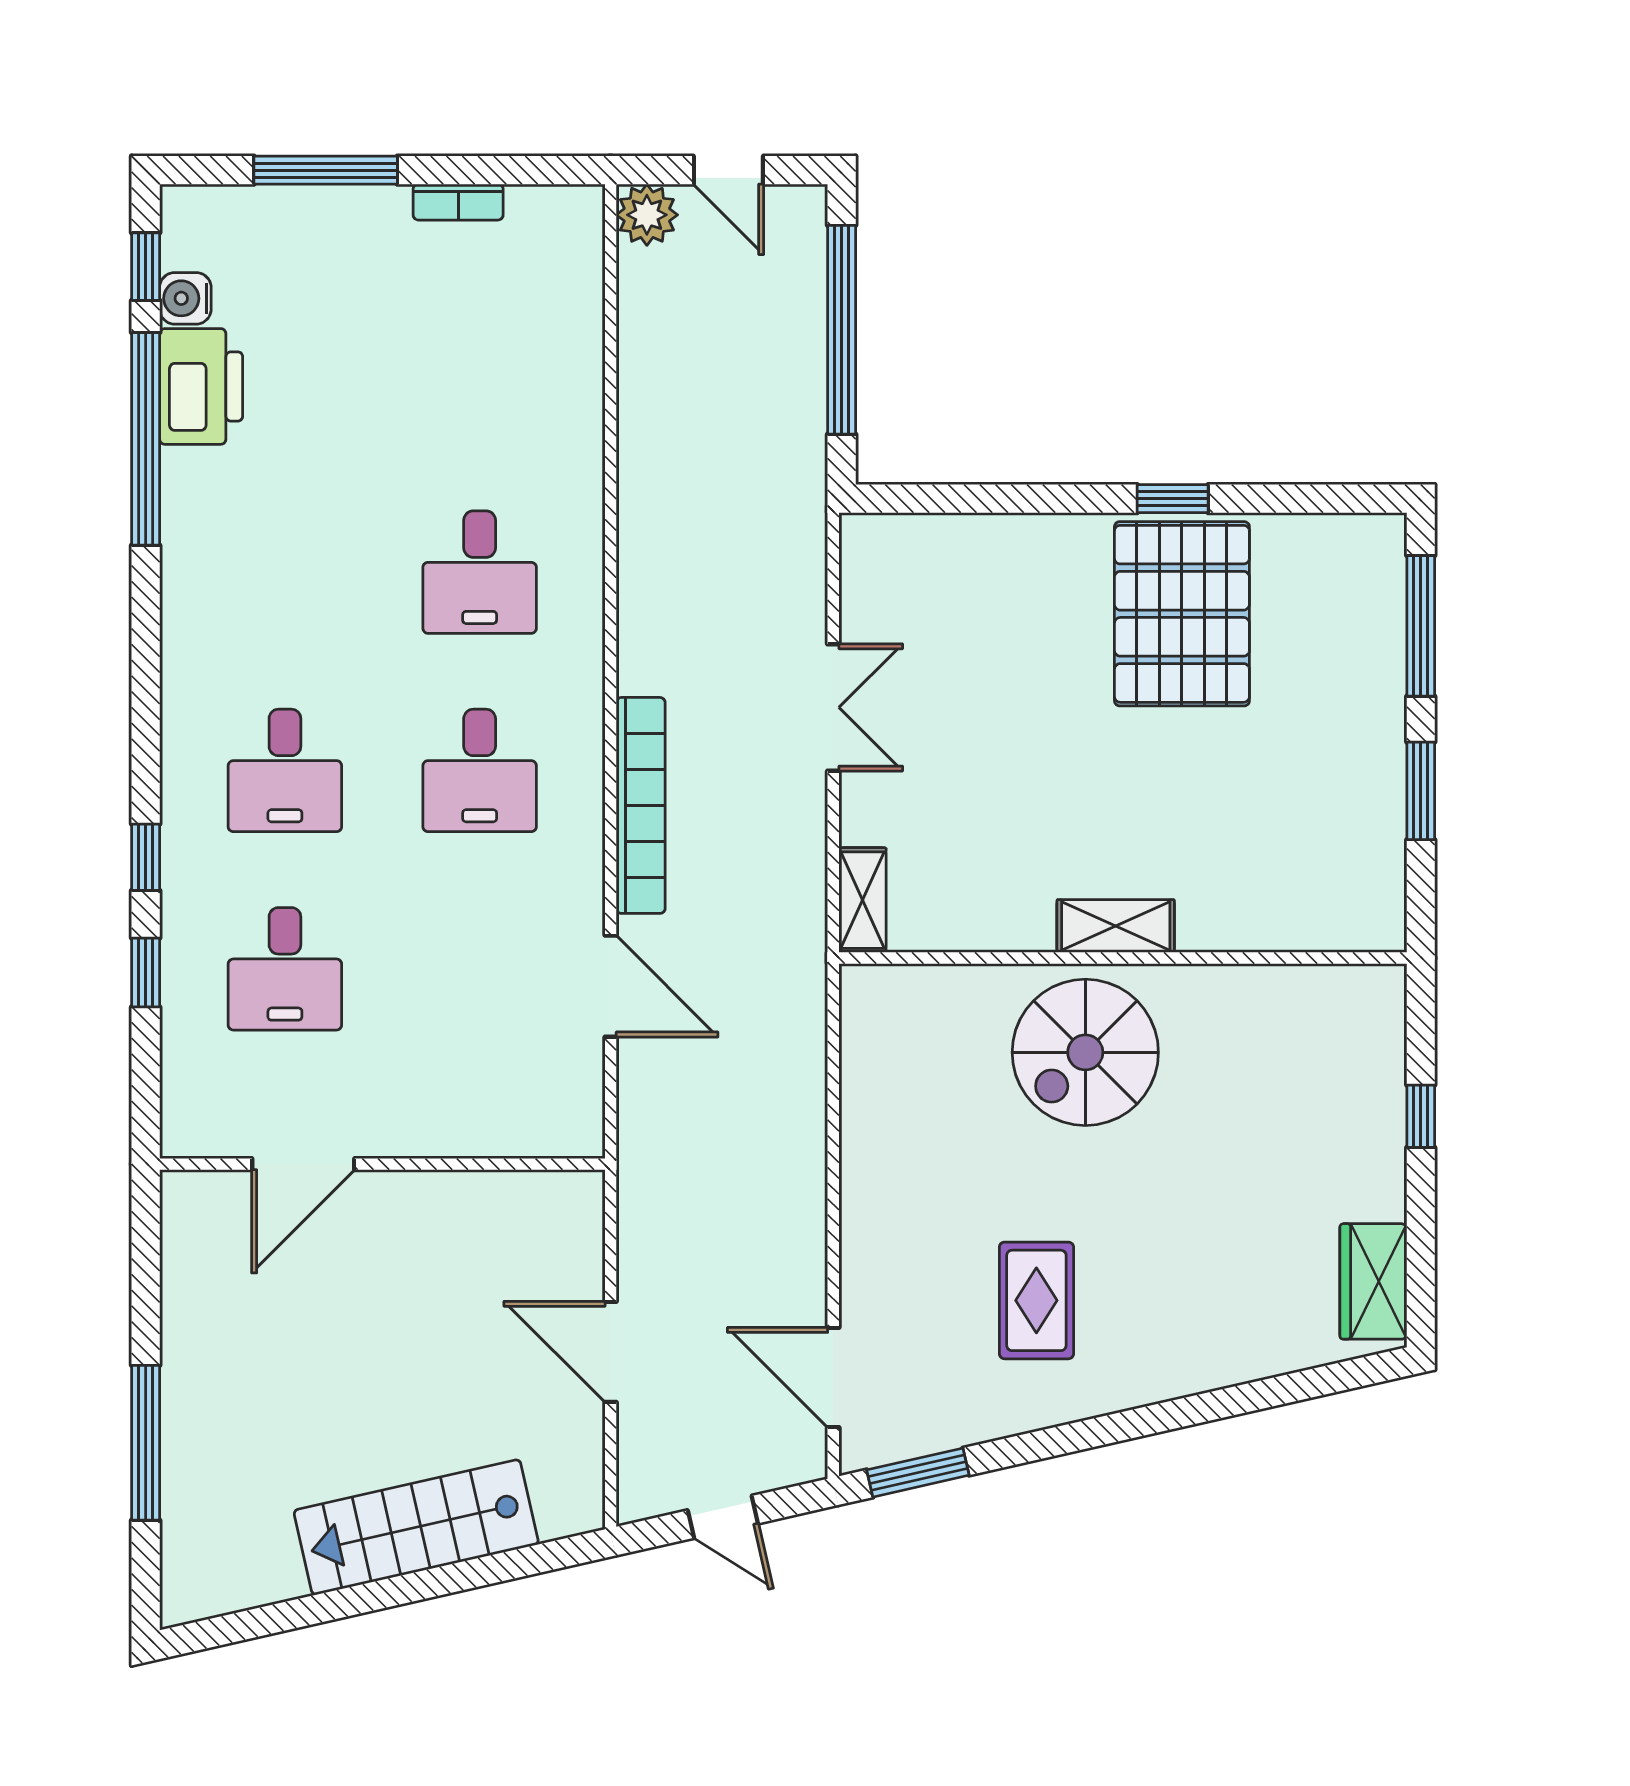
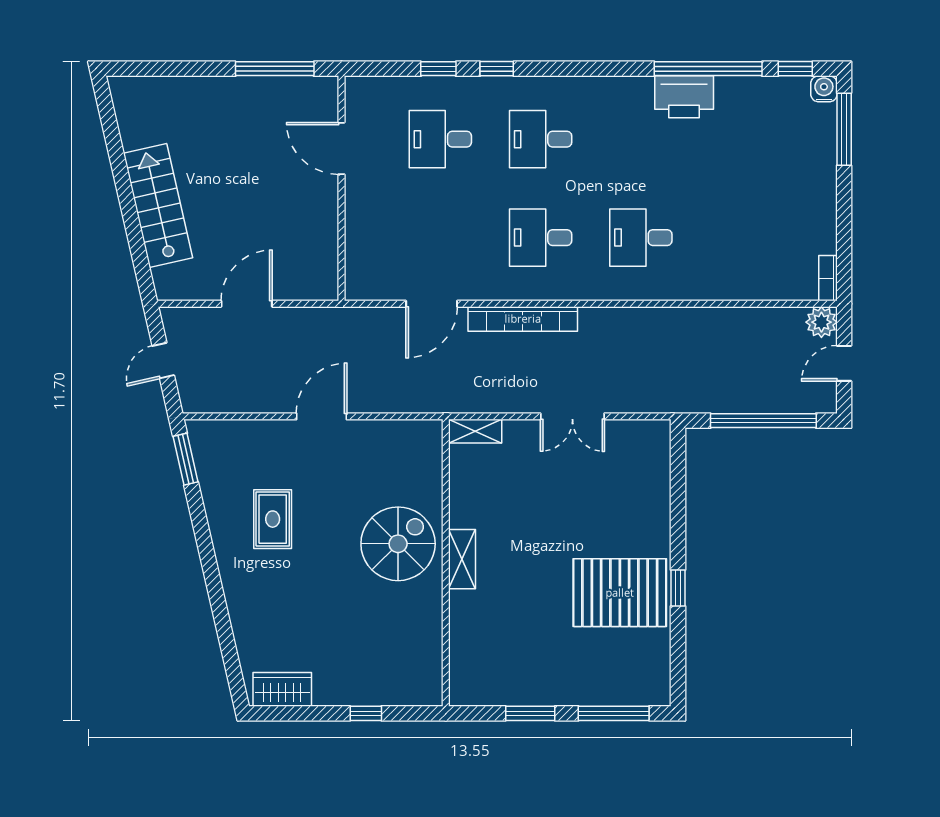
window: (326, 170) -> (844, 129), moved
bookcase: (458, 202) -> (828, 278), moved
water cooler: (185, 298) -> (824, 89), moved
printer: (201, 386) -> (684, 97), moved
spiral stairs: (1085, 1052) -> (398, 544), turned 90
rug: (1036, 1300) -> (273, 519), turned 90
door: (833, 1378) -> (321, 416), moved
window: (146, 1443) -> (275, 69), moved

